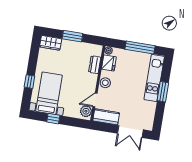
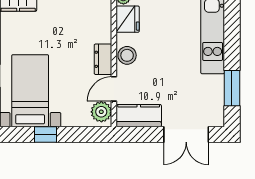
dresser: (95, 65) -> (103, 59), moved
window: (163, 92) -> (232, 88), moved

